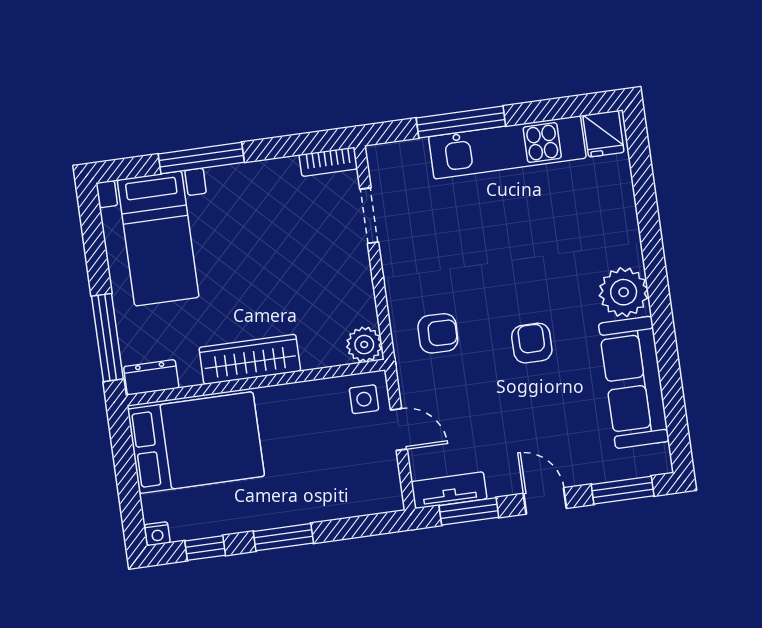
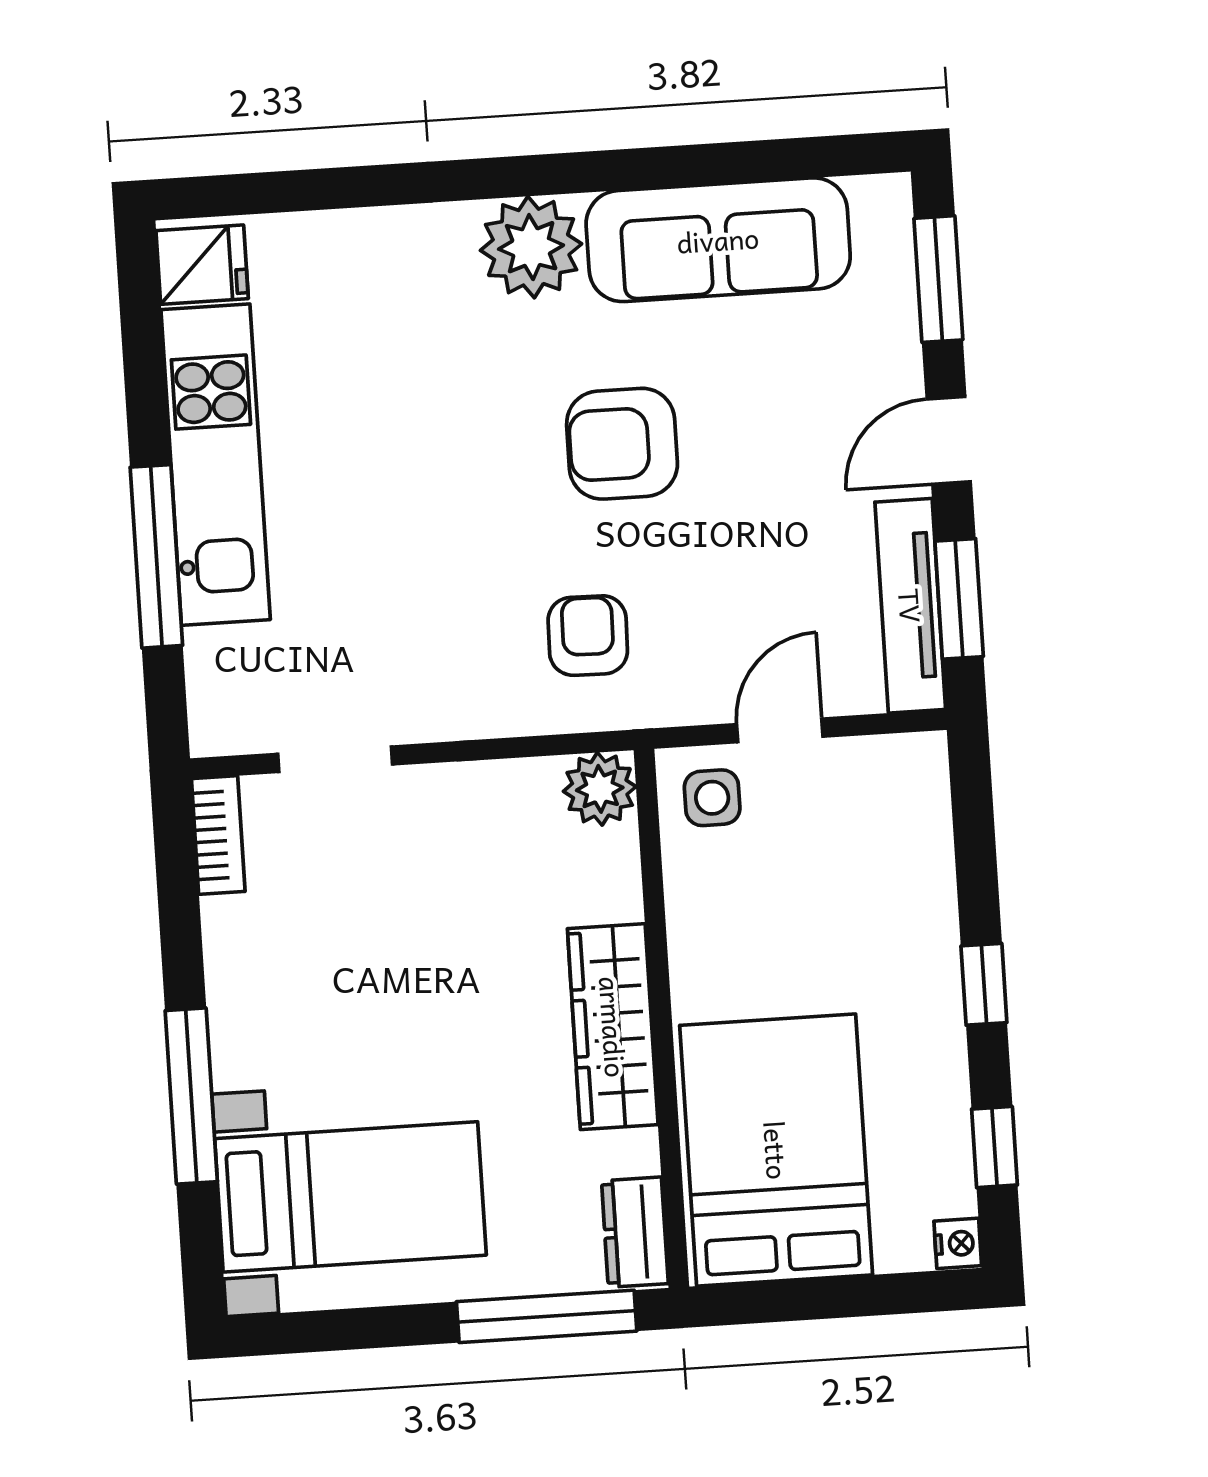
armchair: (532, 343) -> (622, 444), width x1.38, depth x1.38
tv unit: (449, 490) -> (910, 606), width x1.41
window: (283, 537) -> (984, 984), width x0.67

